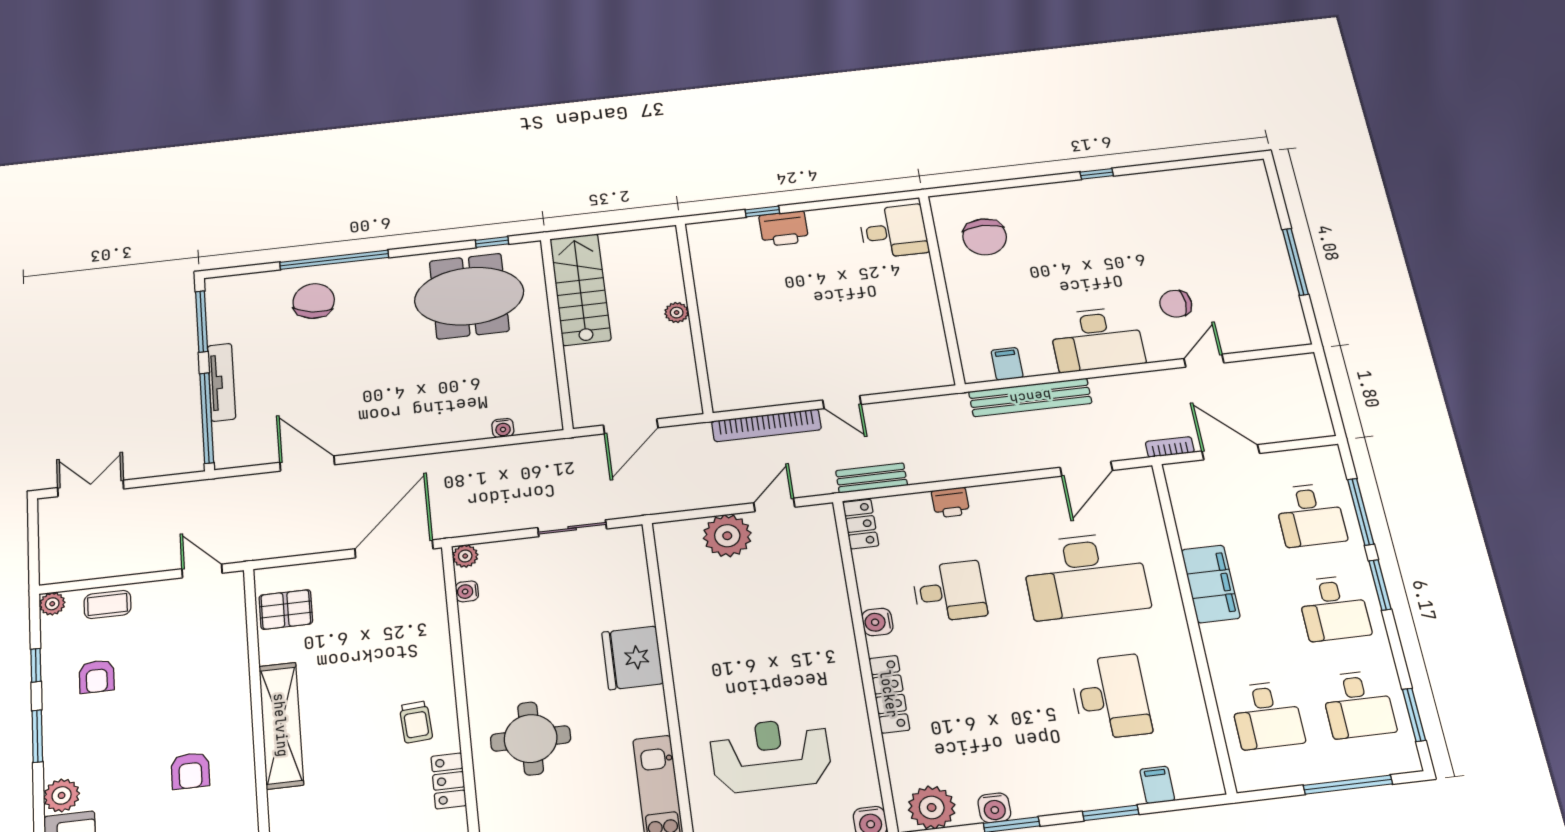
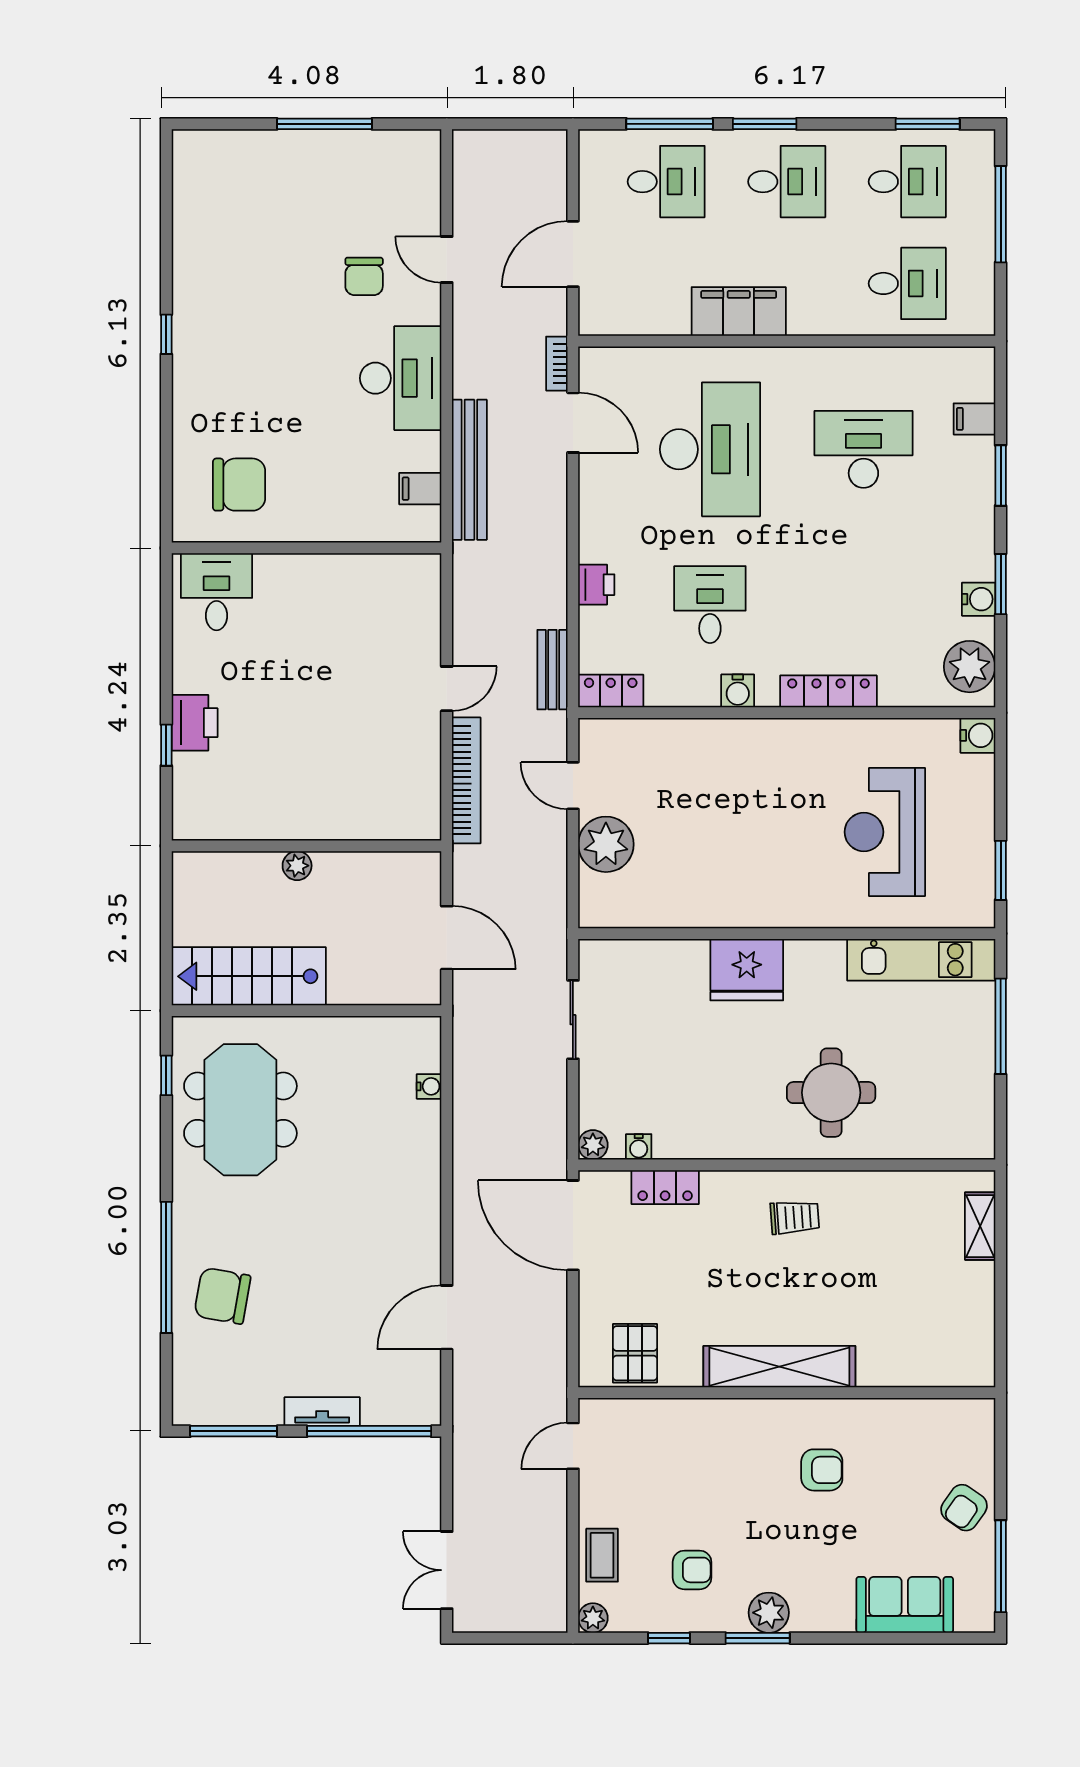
tv unit: (221, 382) -> (322, 1412), width x0.71
bookcase: (1170, 447) -> (557, 364), moved
locker: (449, 781) -> (665, 1187), moved
plant: (62, 795) -> (769, 1613), moved

